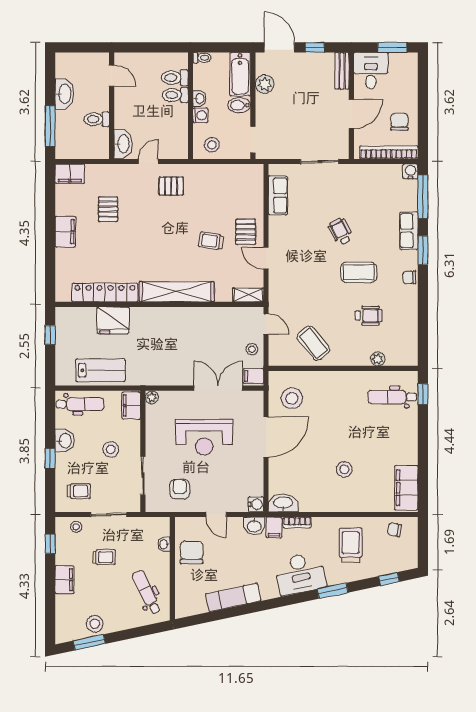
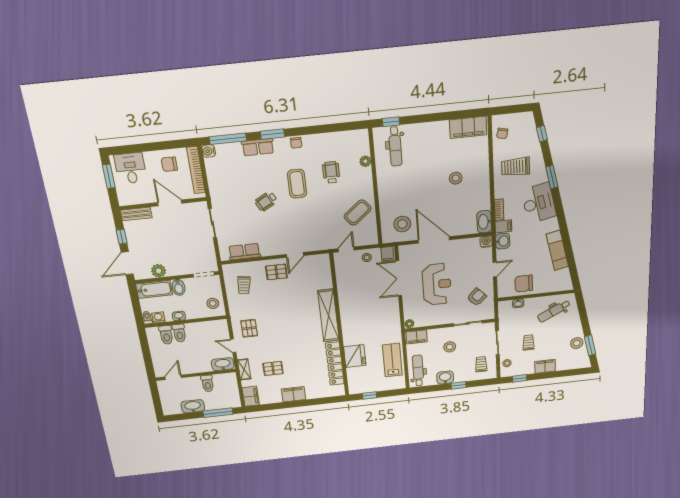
desk: (371, 71) -> (130, 168), moved, turned 90
washing machine: (200, 115) -> (158, 318), moved
trolley: (211, 241) -> (244, 285), moved
shelving: (248, 295) -> (244, 369), moved
armchair: (180, 489) -> (477, 297), turned 136

